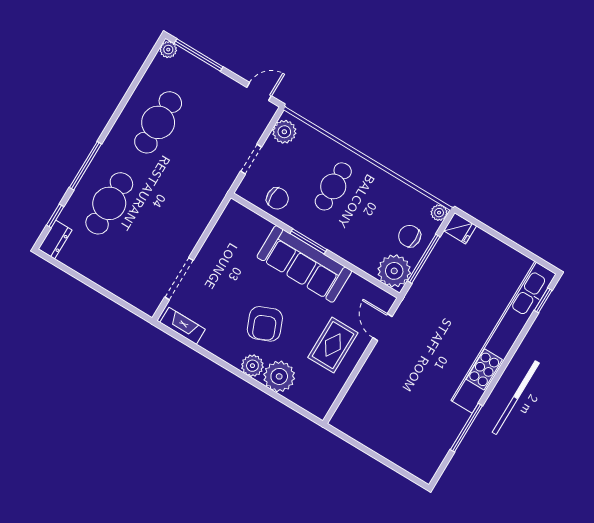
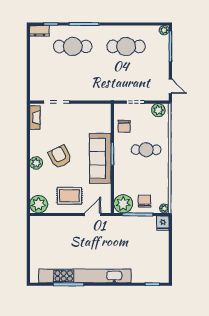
armchair: (265, 324) -> (60, 157), turned 85
kitchen unit: (504, 337) -> (85, 276), moved
plant: (279, 376) -> (39, 204), moved

